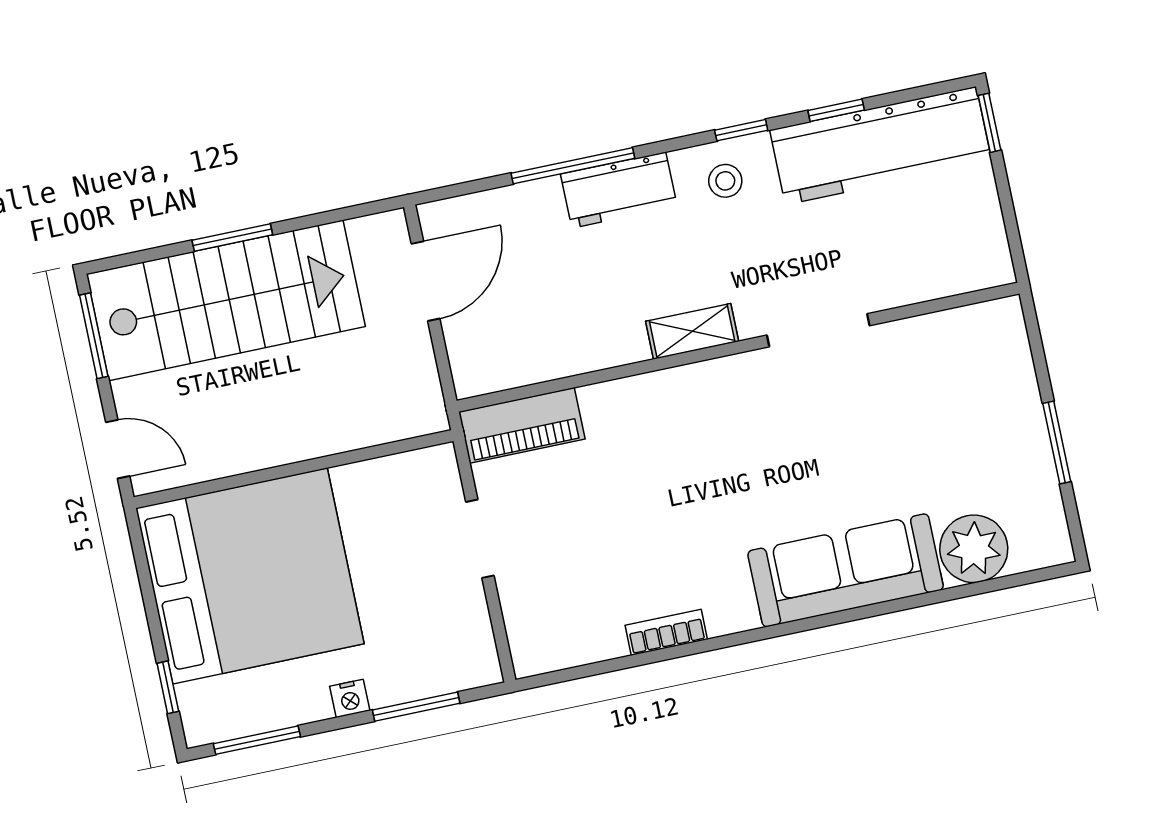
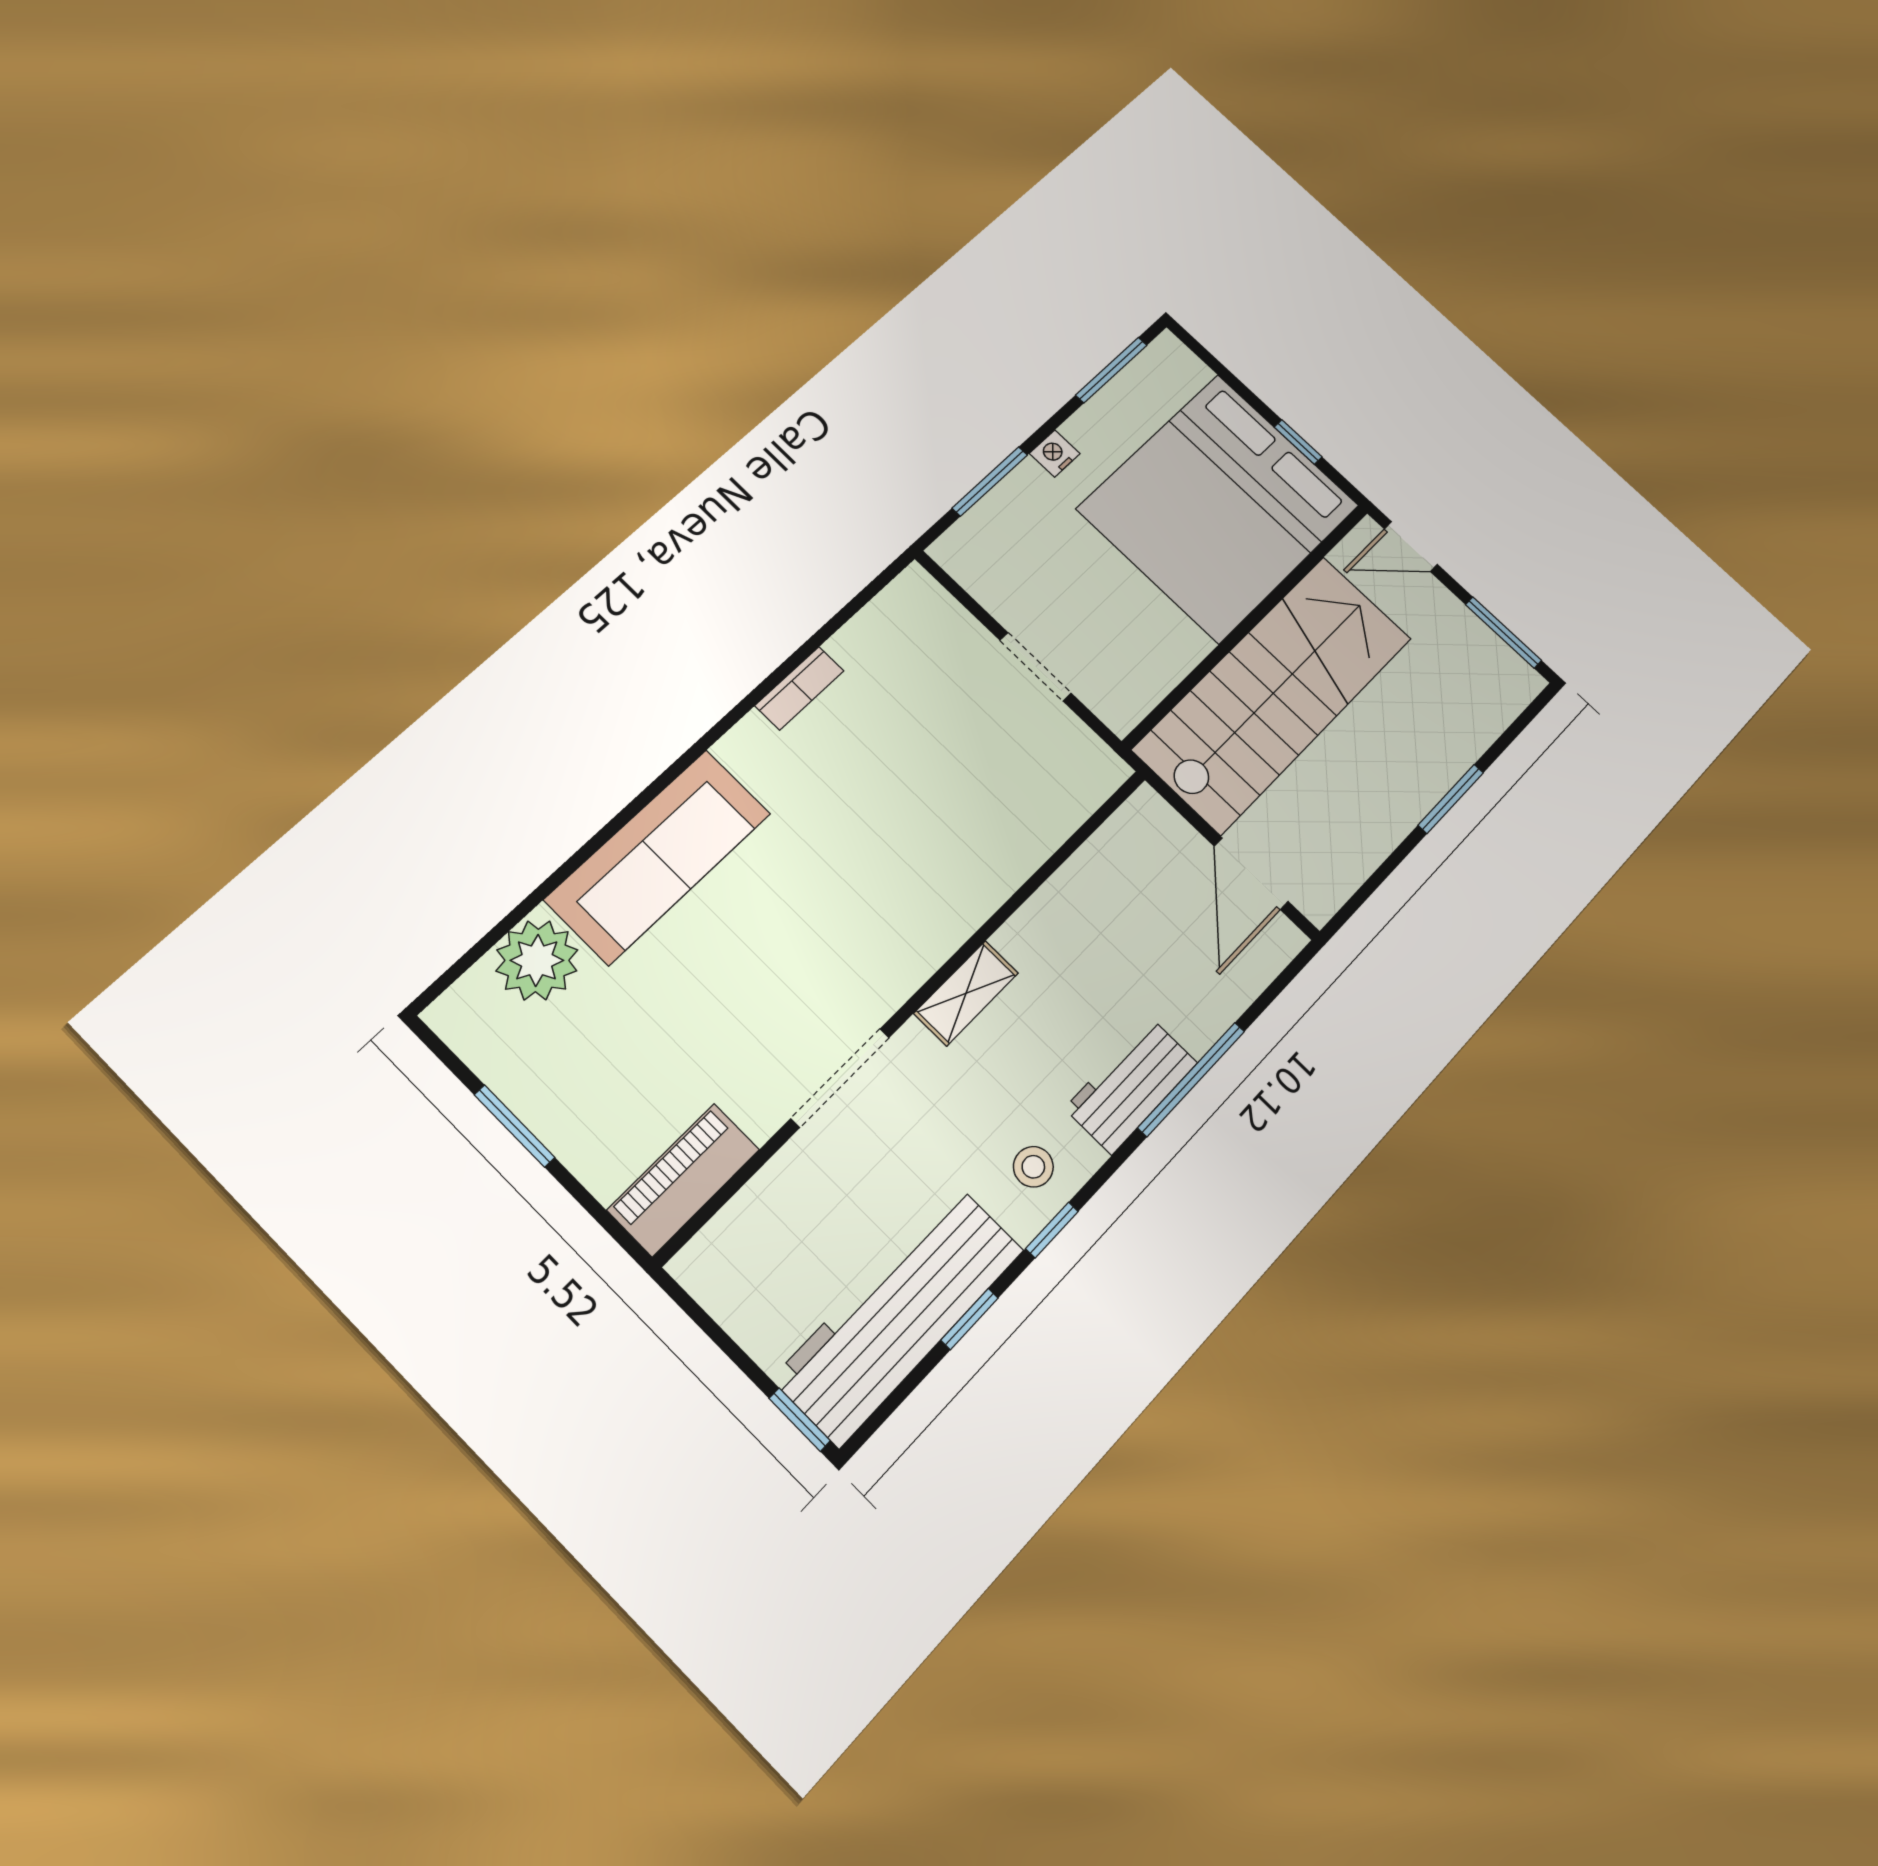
stairs: (226, 300) -> (1273, 693), moved, turned 180
piano: (522, 425) -> (683, 1180), moved
window: (168, 687) -> (1298, 442), moved

